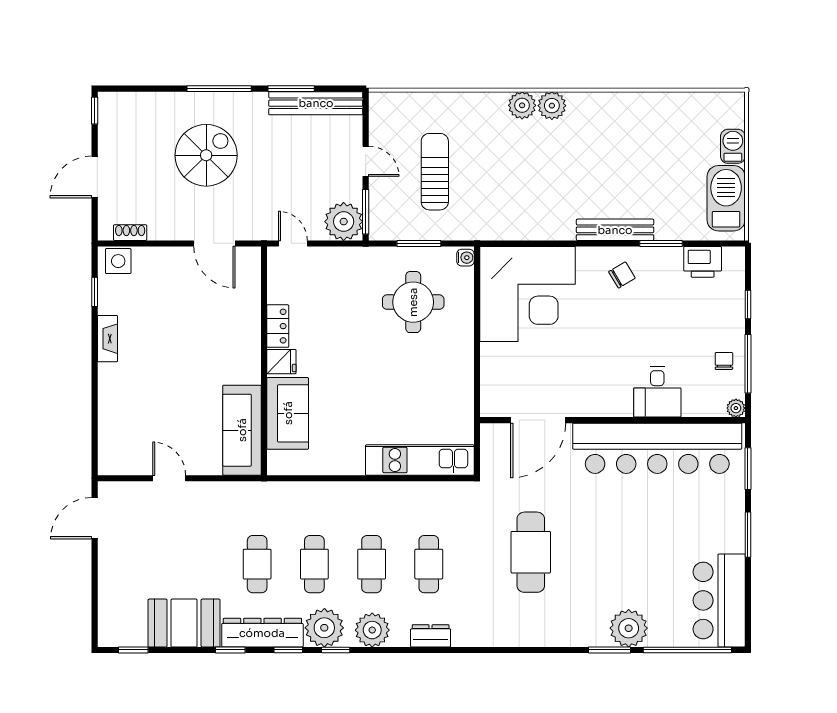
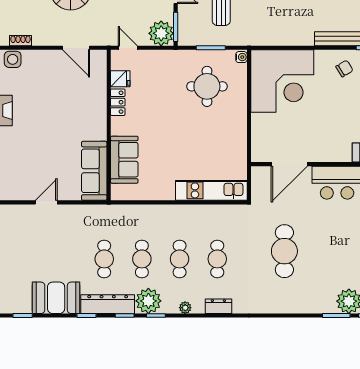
fridge: (281, 362) -> (120, 79), moved
door: (169, 478) -> (46, 202), hinge flipped
plant: (372, 630) -> (185, 308), width x0.53, depth x0.53

